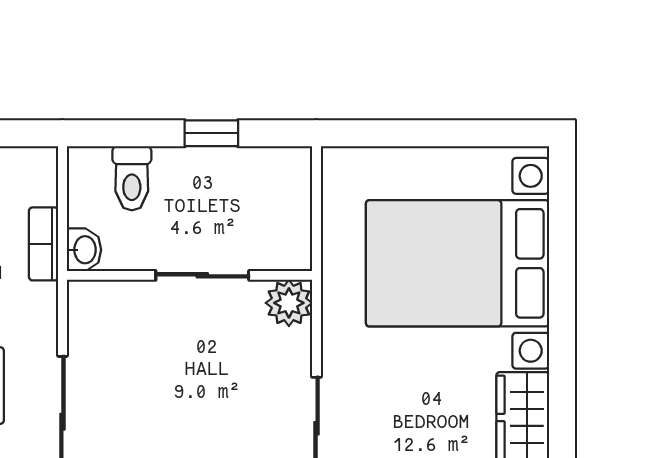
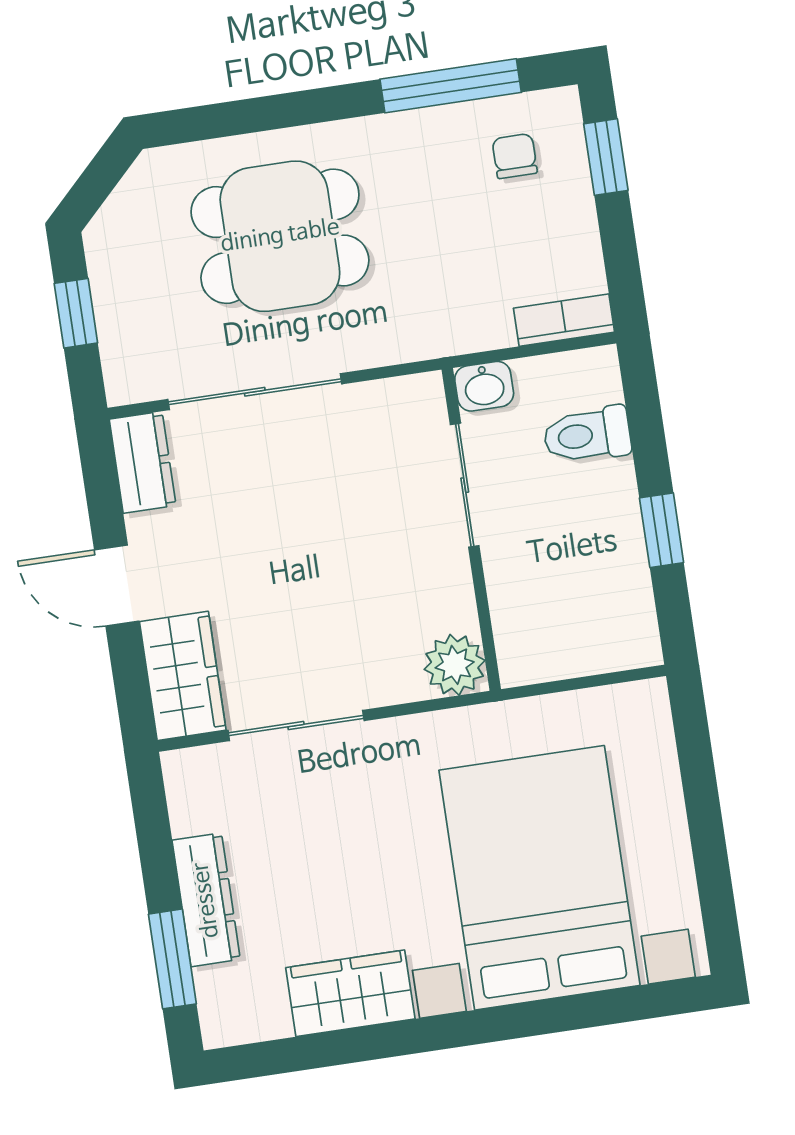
bookcase: (44, 244) -> (564, 320), moved
sliding door: (202, 275) -> (465, 485), moved

